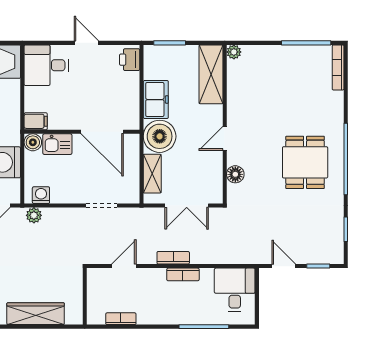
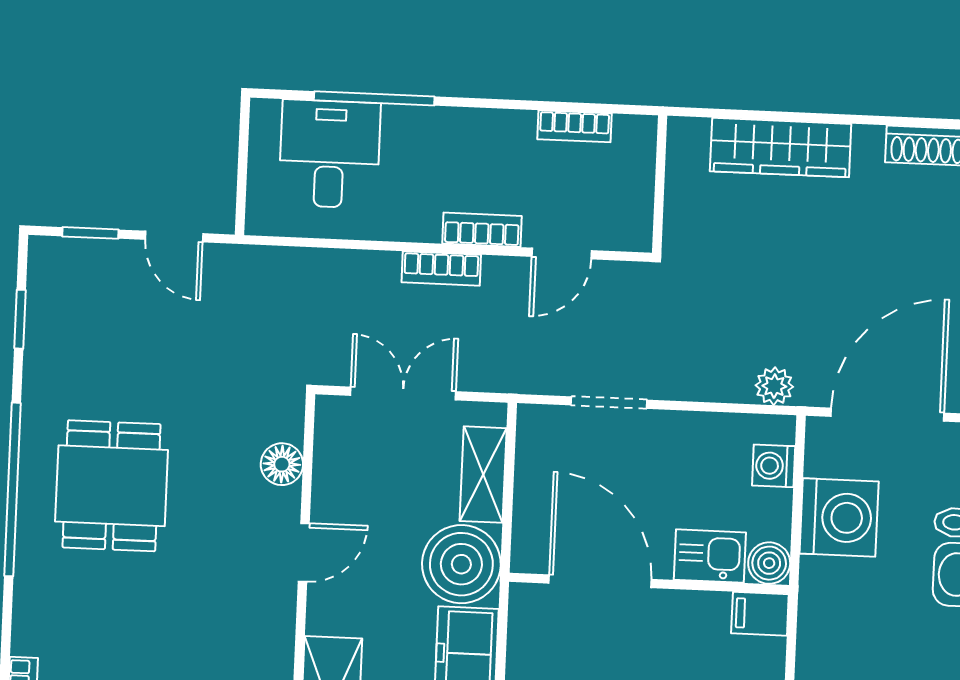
washing machine: (41, 195) -> (774, 466), moved, turned 90
bookcase: (183, 274) -> (482, 230), moved
desk: (235, 290) -> (330, 154), moved, turned 180

